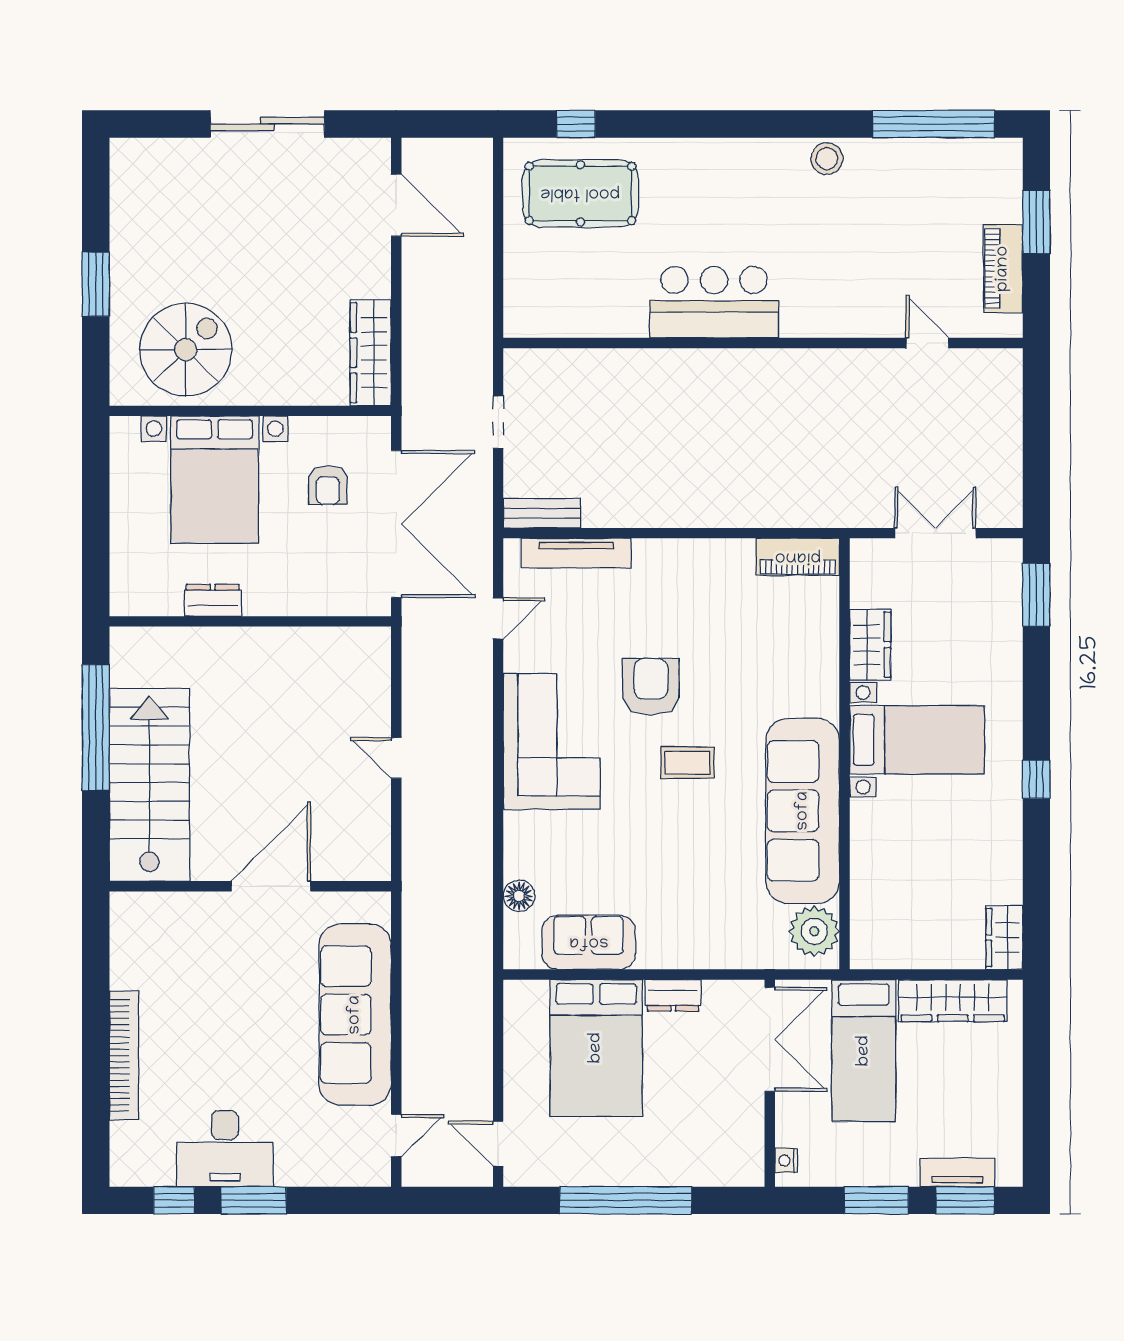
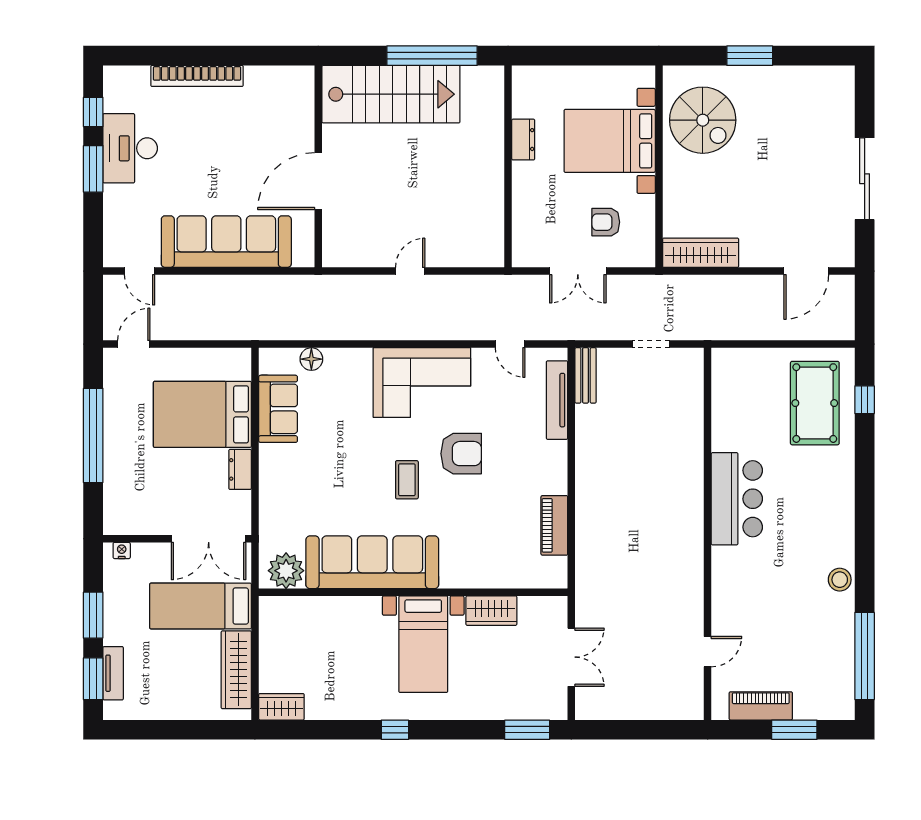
double door: (396, 524) -> (578, 271), width x0.54
piano: (798, 557) -> (554, 525), moved
door: (271, 886) -> (318, 181), swing flipped

